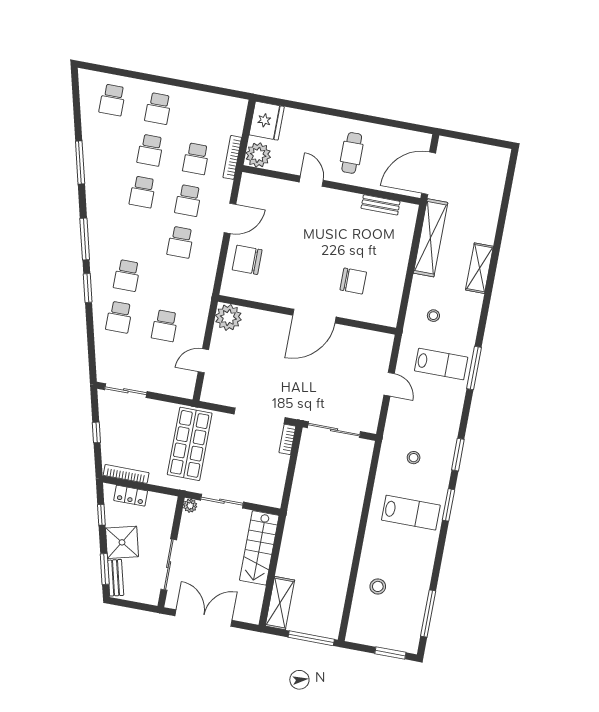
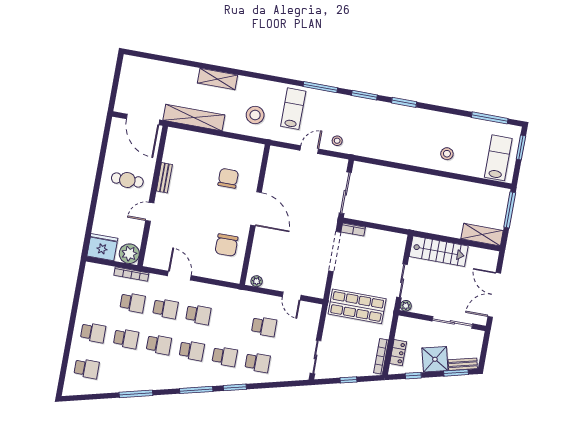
bench: (381, 205) -> (164, 178), moved
school desk: (135, 234) -> (192, 351), added
chair: (247, 260) -> (227, 245), moved
stool: (433, 316) -> (255, 115), width x1.89, depth x1.89
plant: (228, 317) -> (257, 281), width x0.53, depth x0.53
window: (474, 368) -> (320, 87), moved
stool: (414, 458) -> (337, 141), moved
lab bench: (411, 513) -> (498, 158), moved
stool: (378, 586) -> (447, 154), moved

